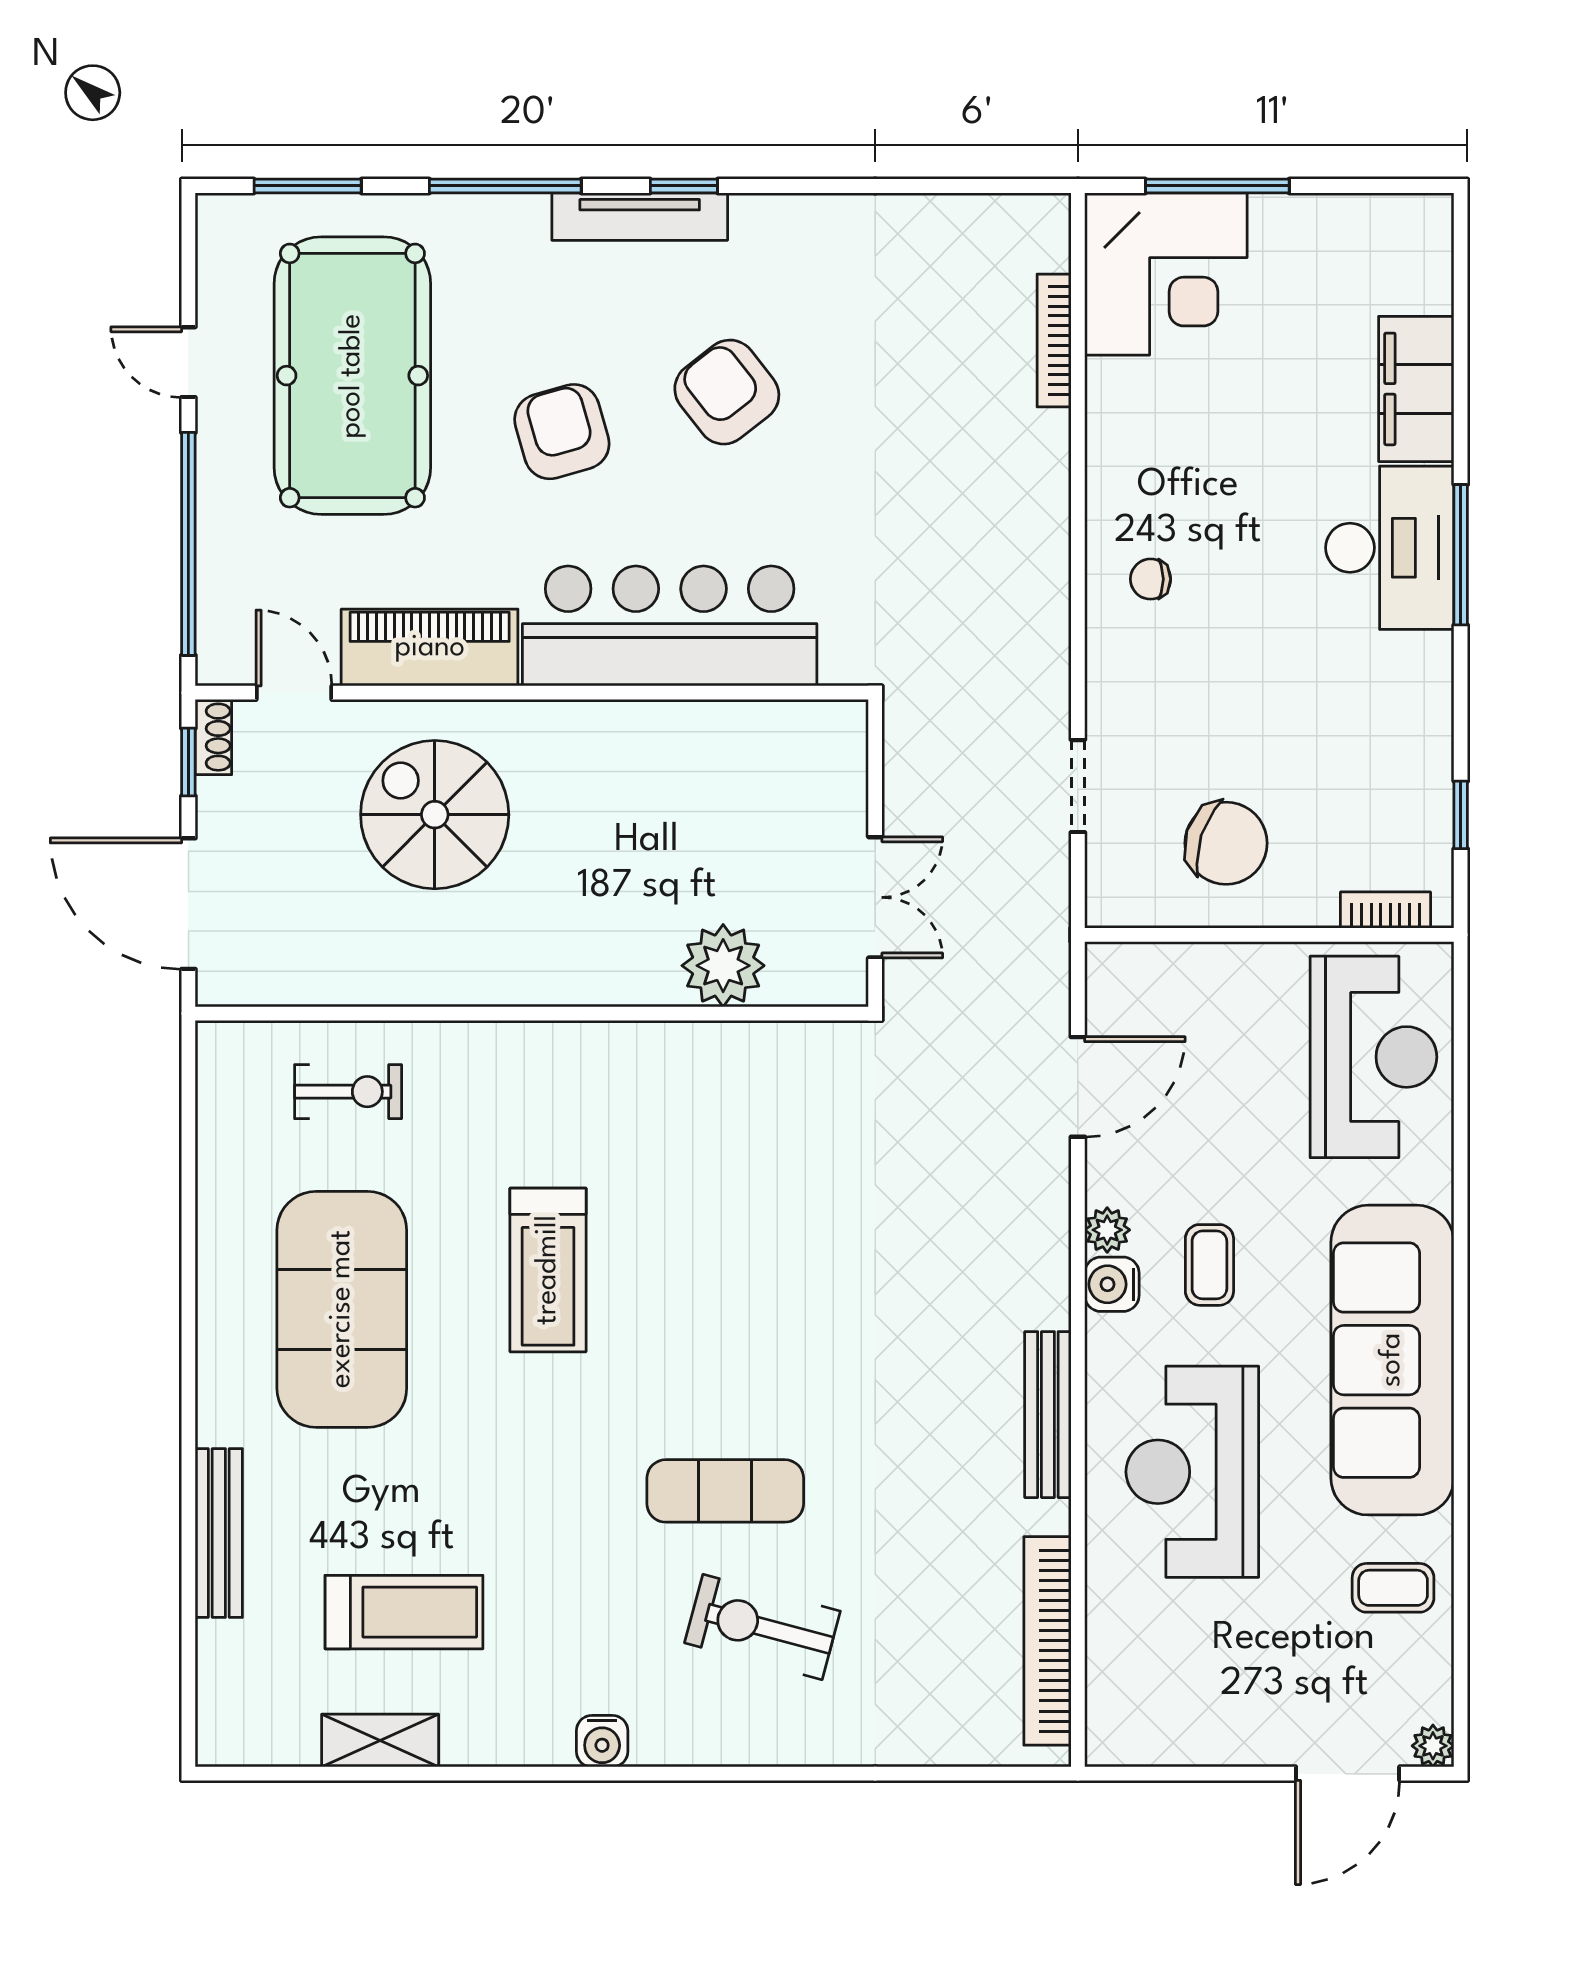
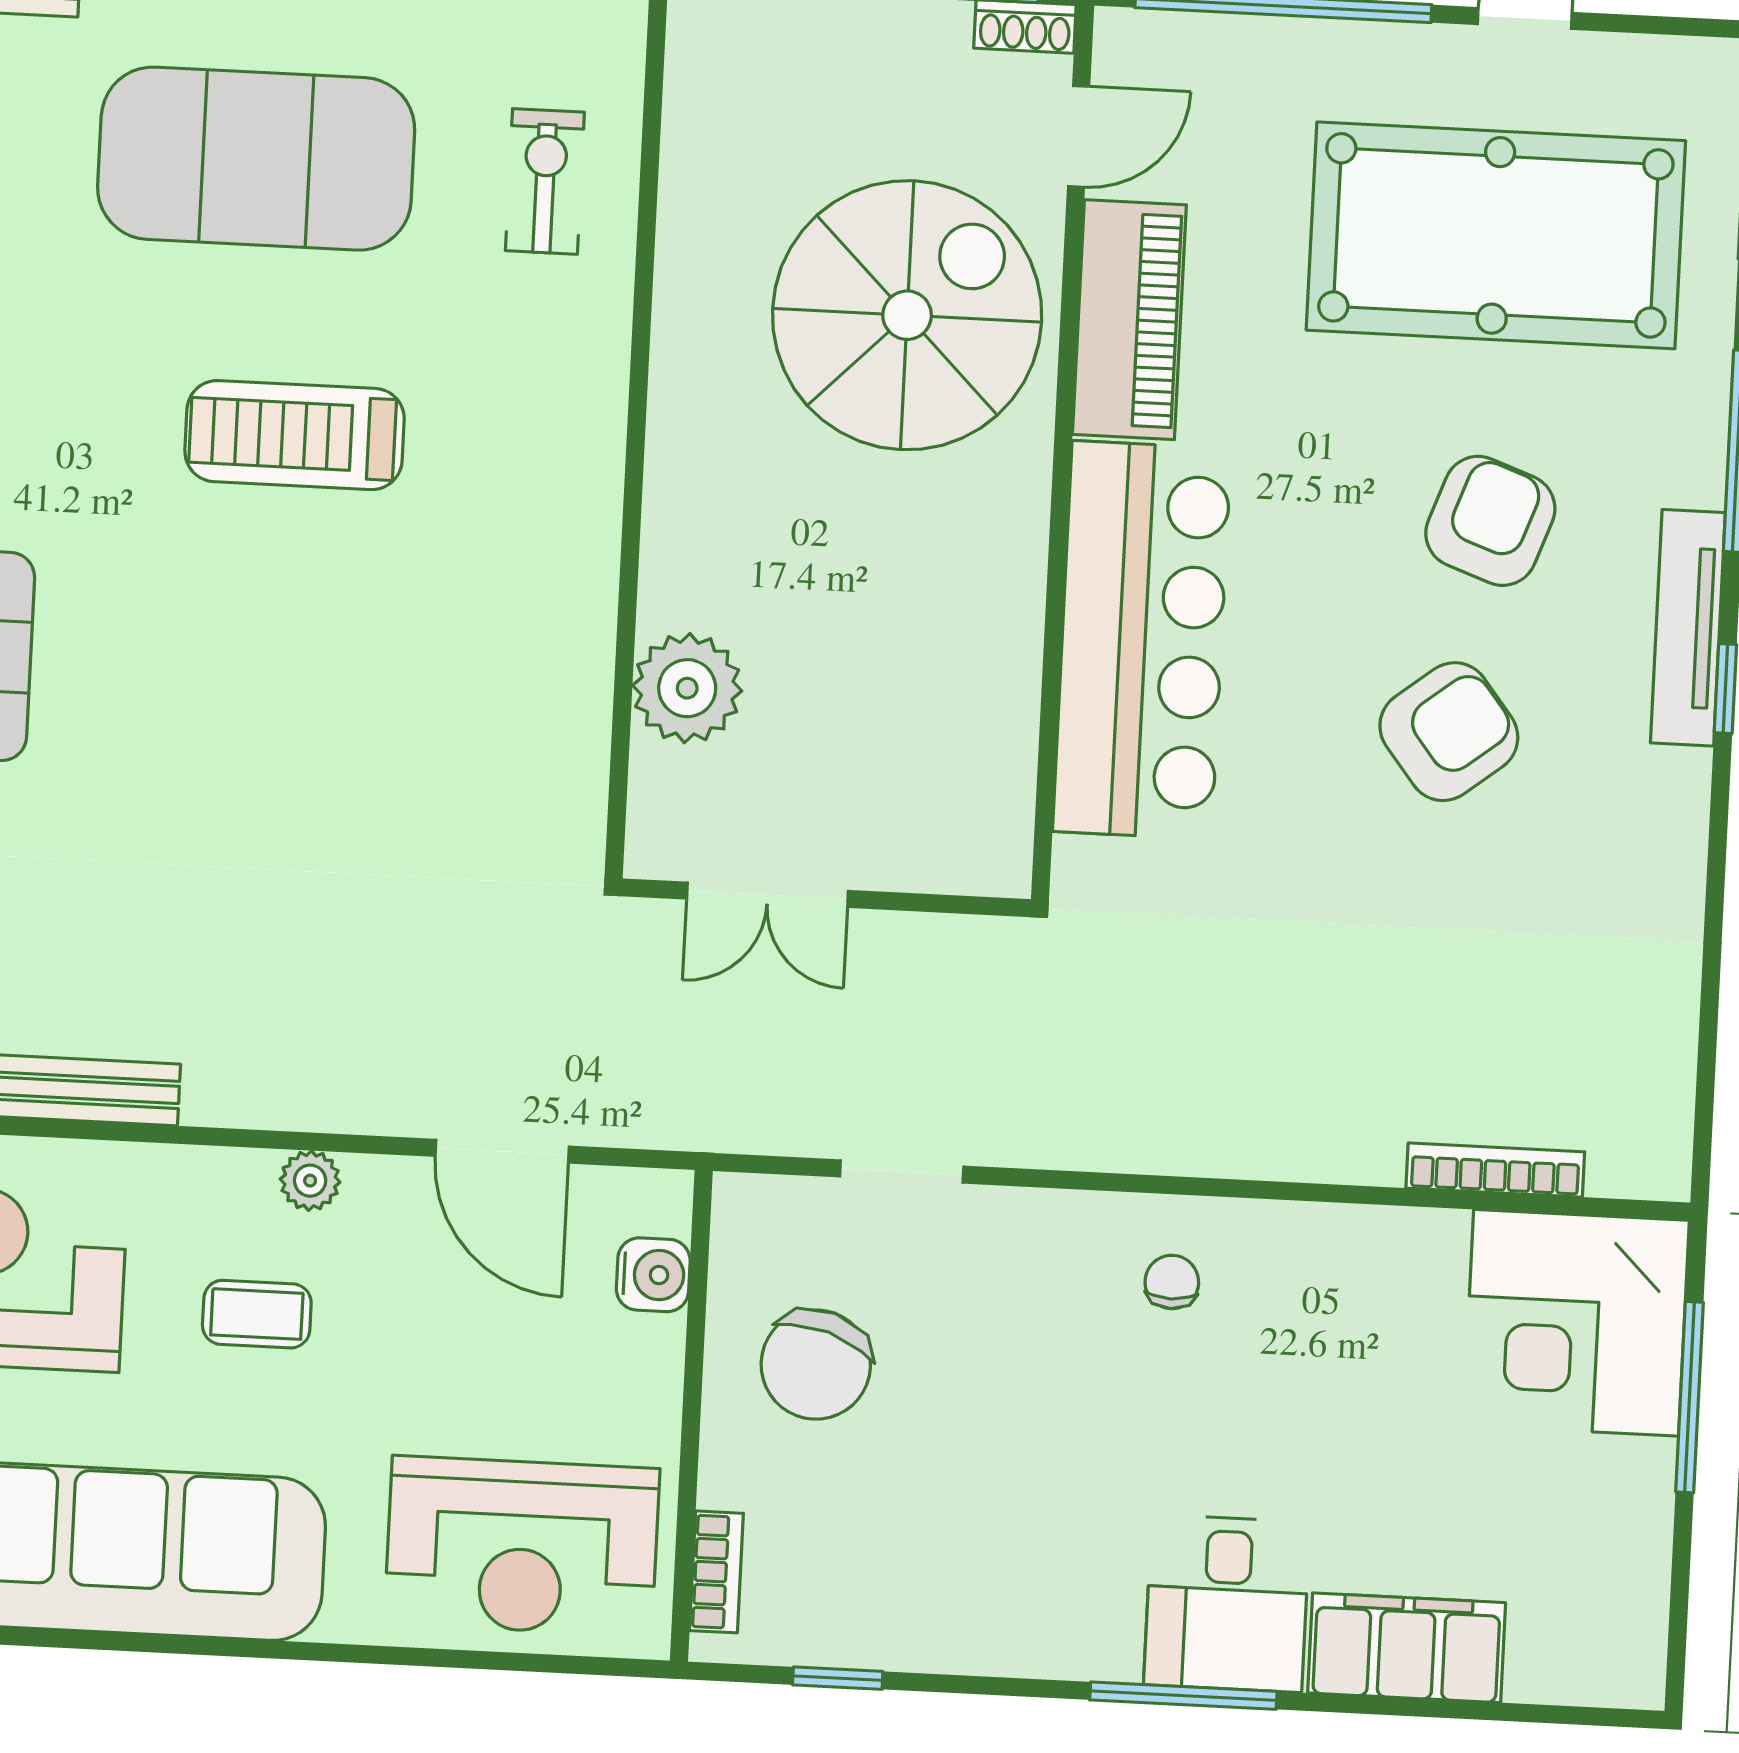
armchair: (562, 432) -> (1490, 521), moved, turned -54
desk: (1390, 548) -> (1227, 1603), width x0.73
spiral stairs: (435, 815) -> (907, 315), width x1.37, depth x1.37
exercise bike: (348, 1092) -> (545, 181), turned 180
water cooler: (1112, 1284) -> (653, 1275), moved, turned 90

